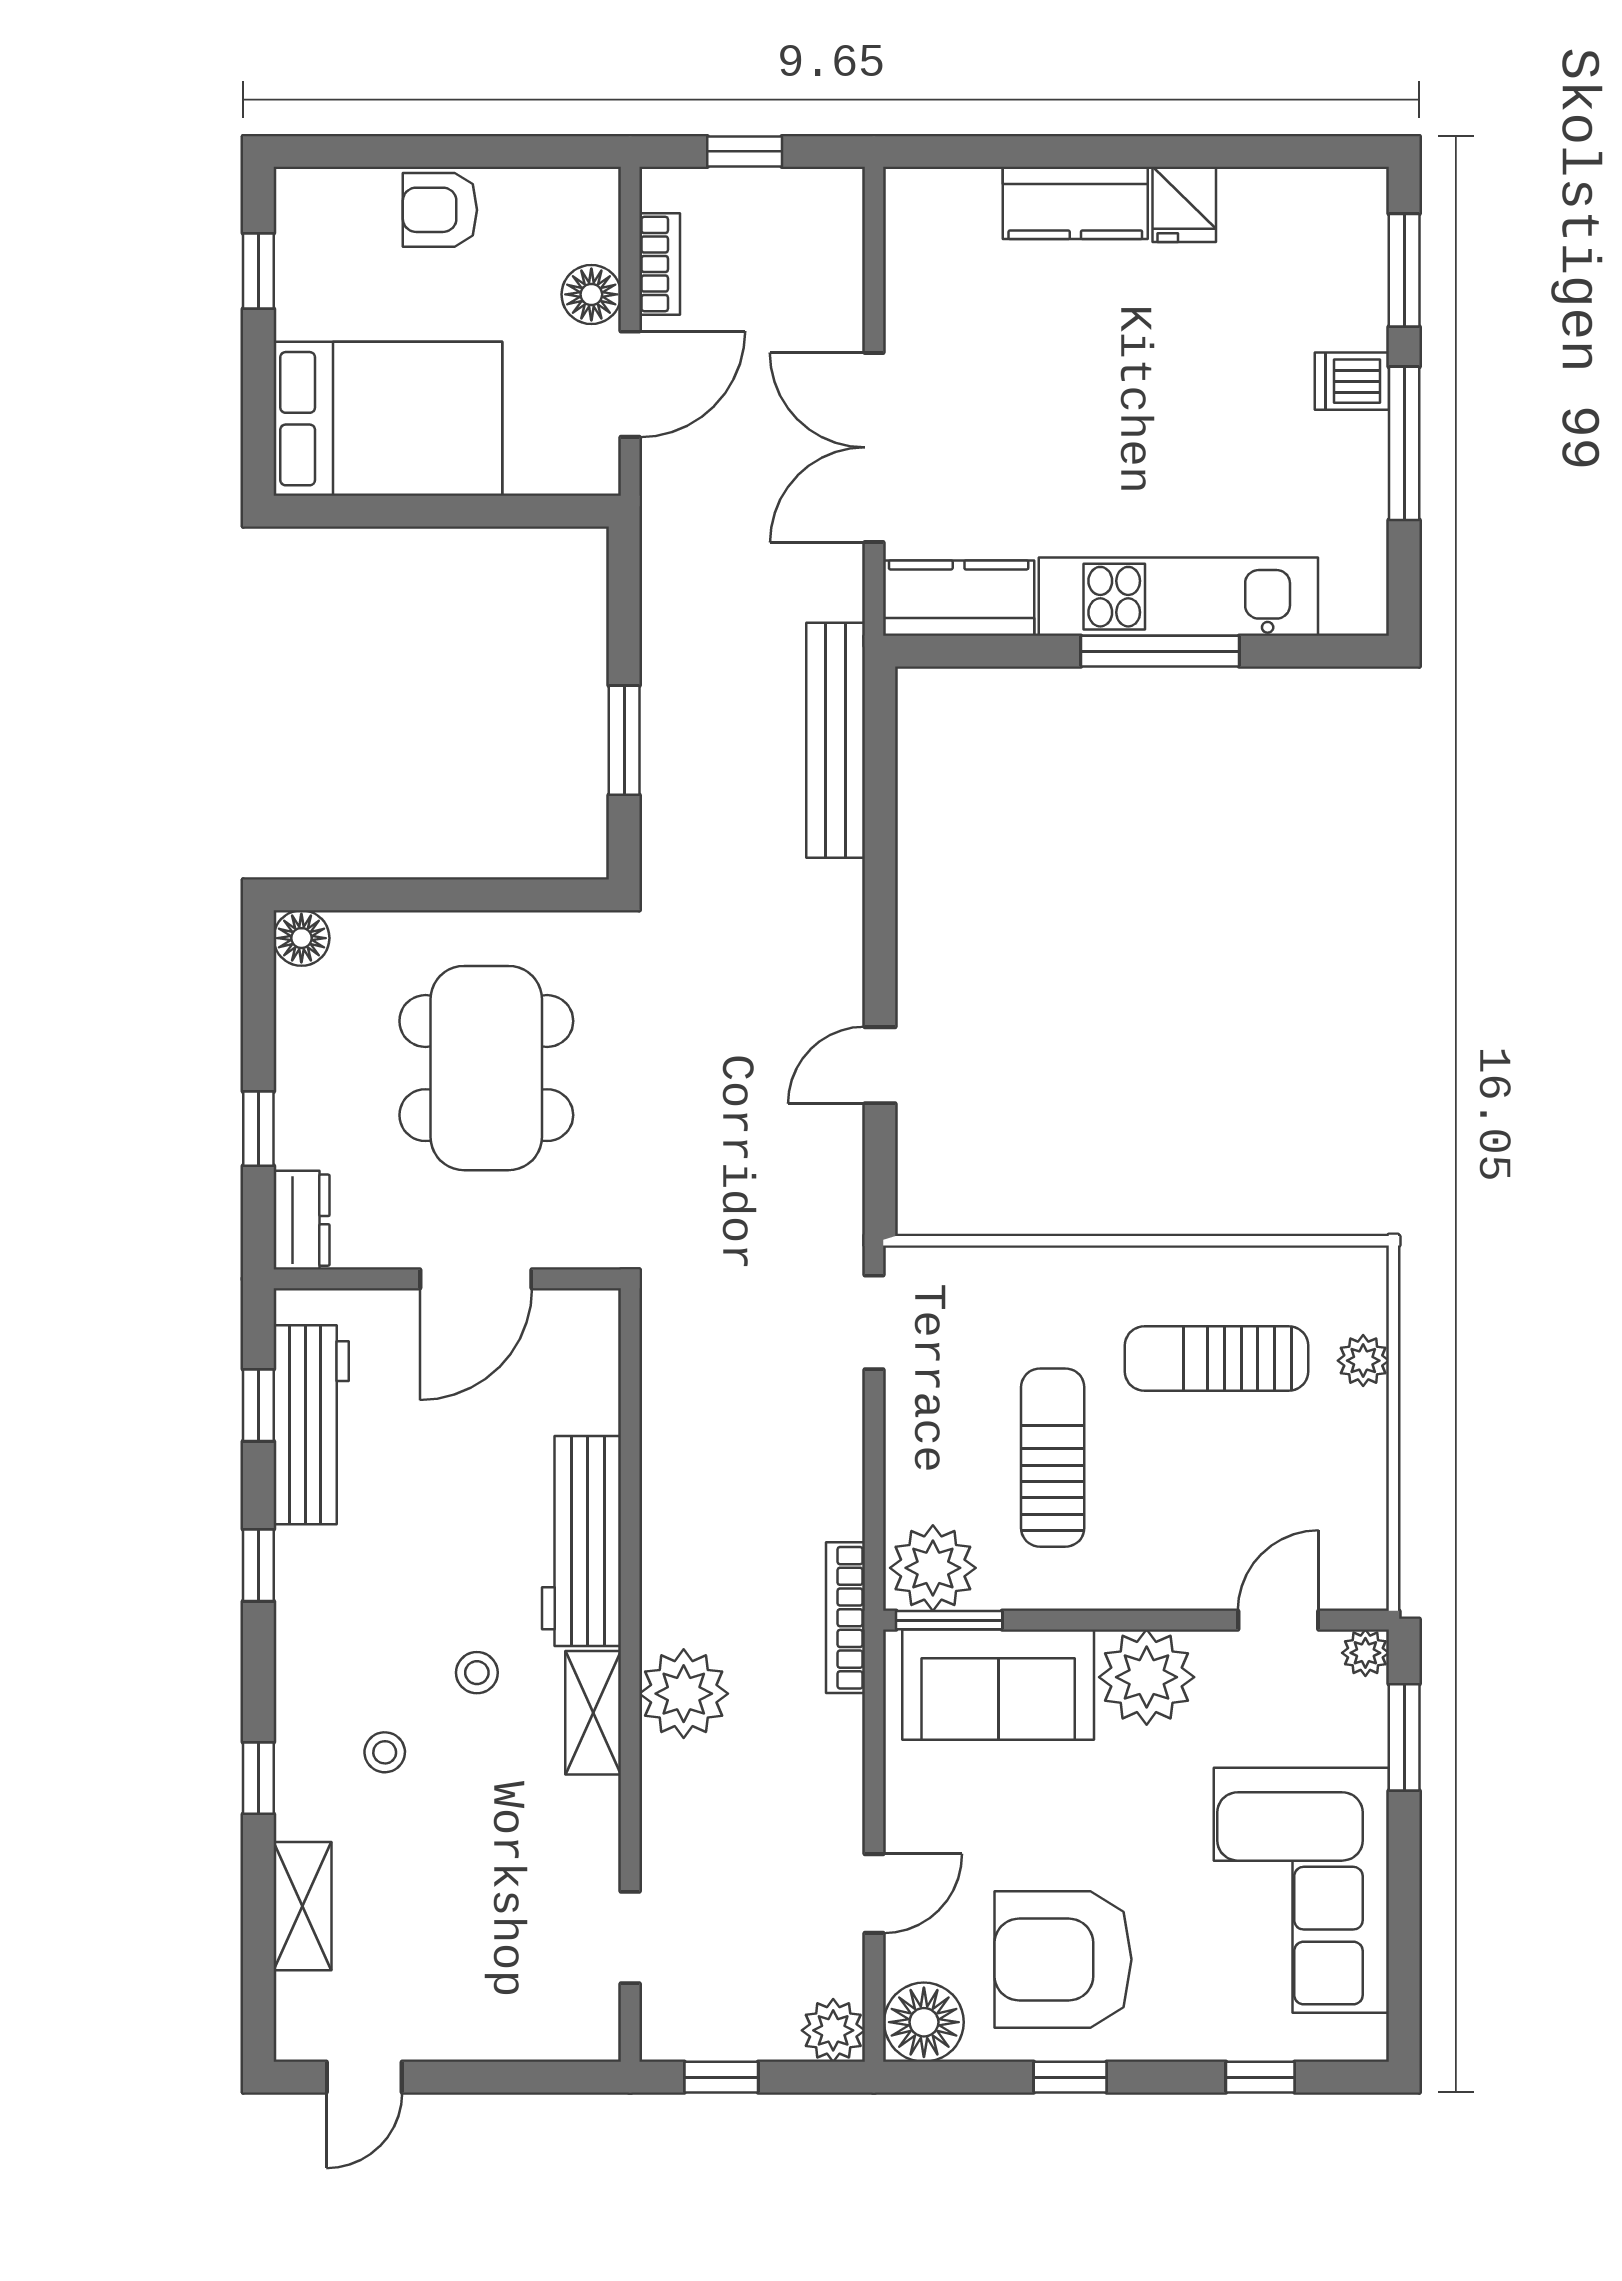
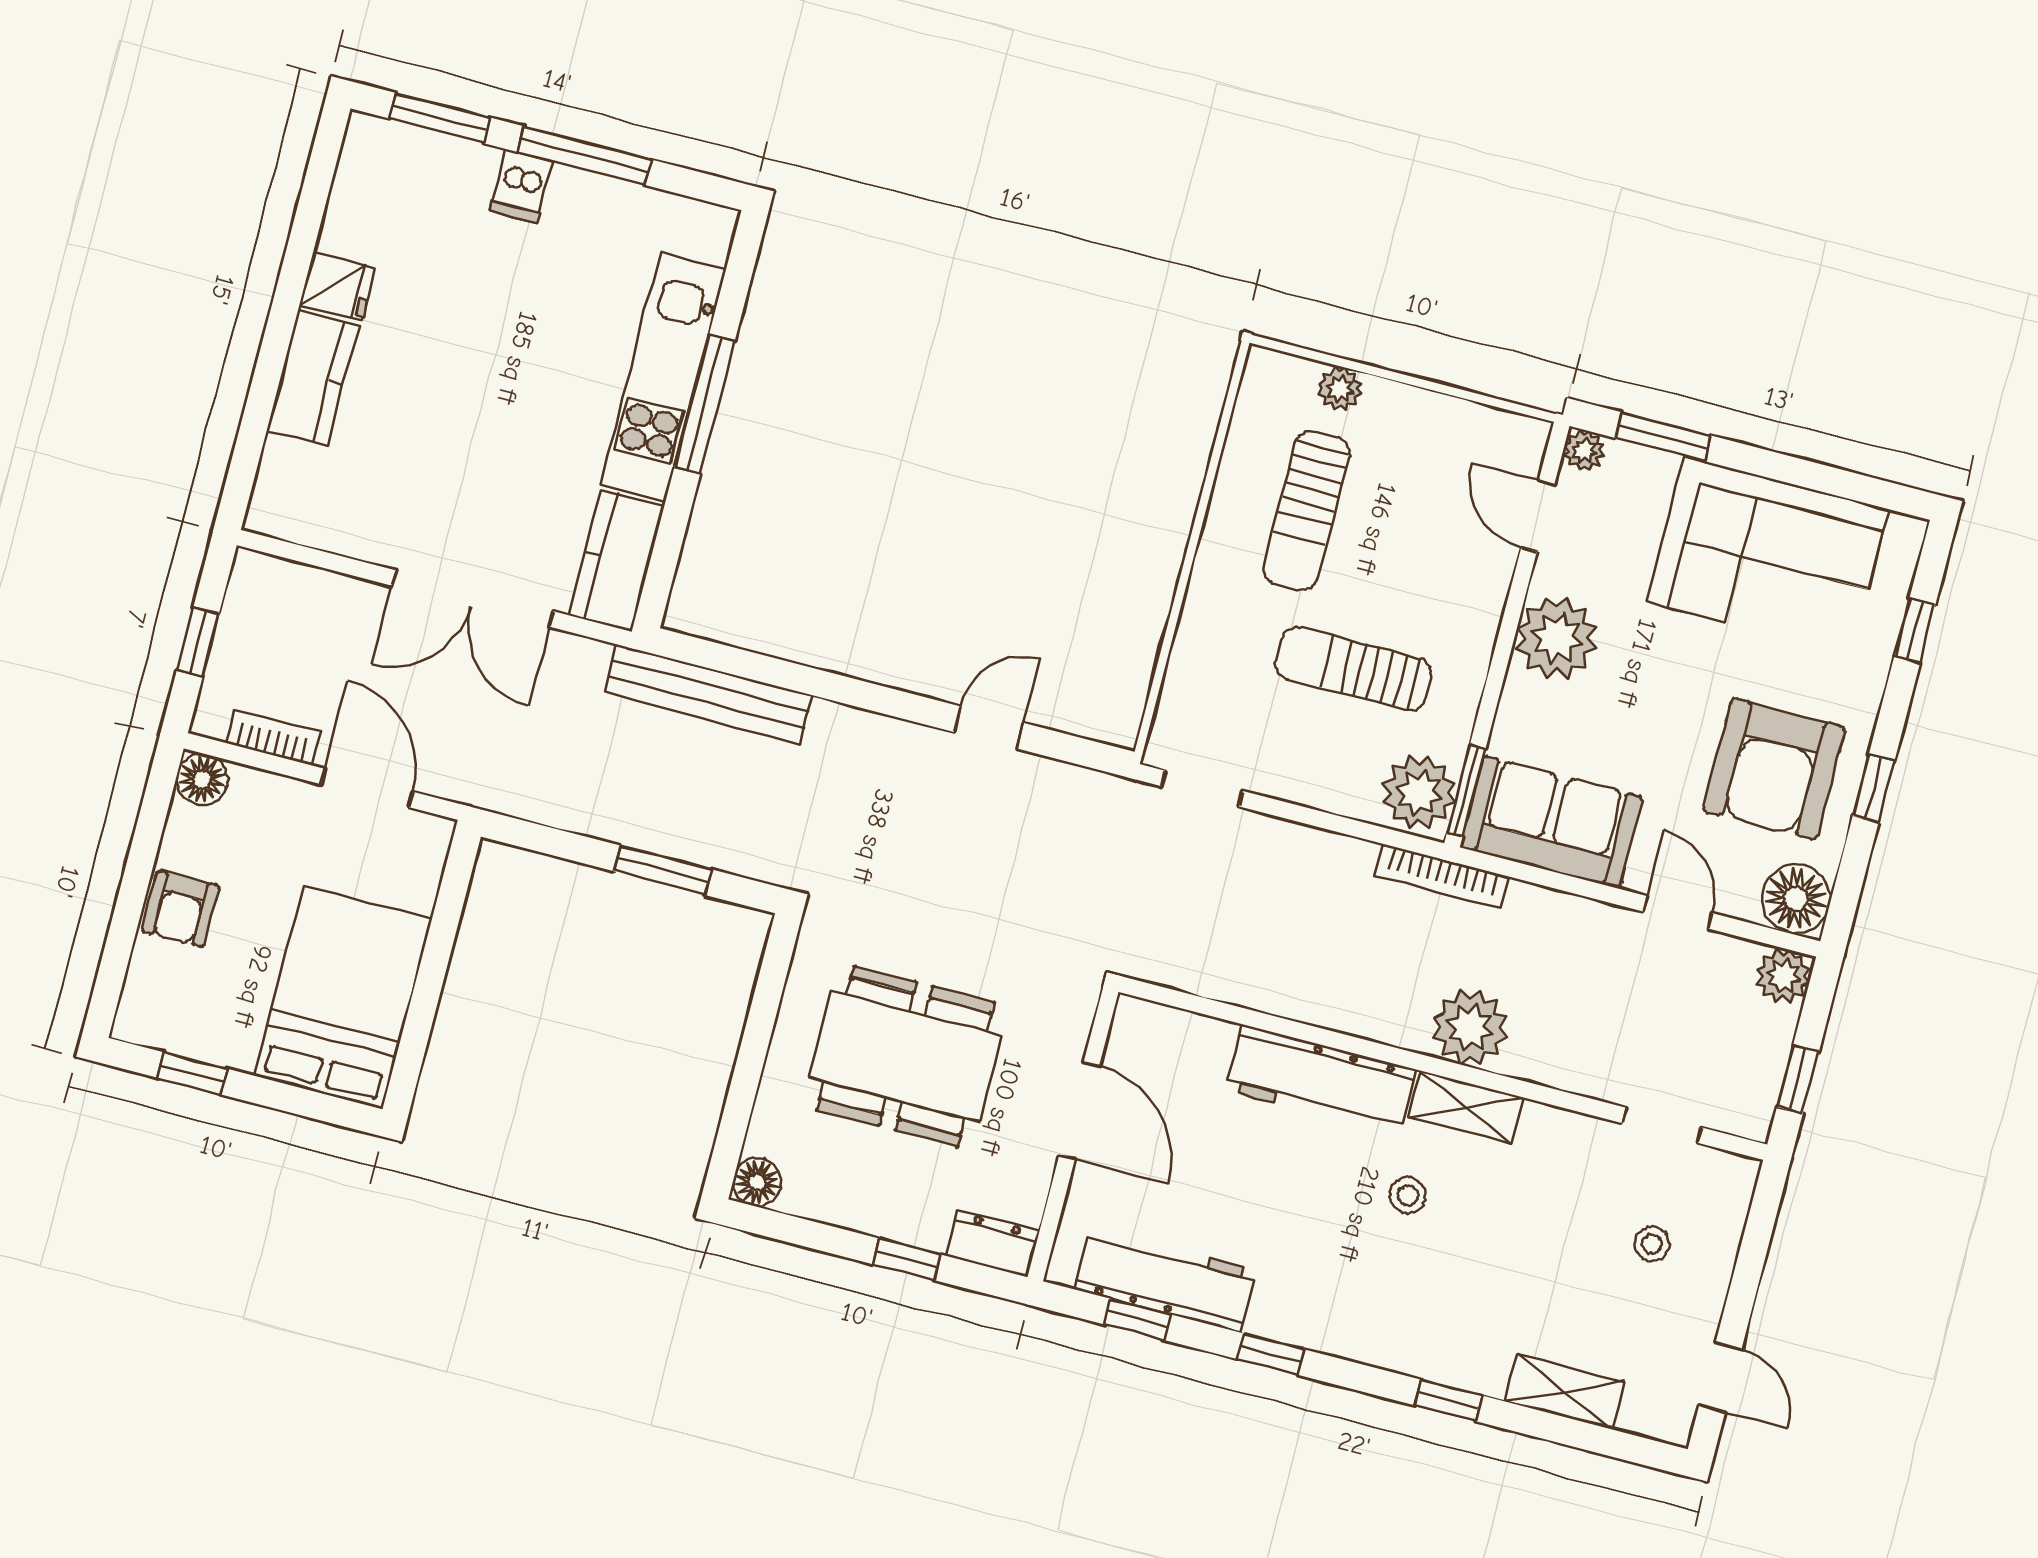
floor lamp: (591, 294) -> (202, 779), moved
door: (880, 1065) -> (989, 728), swing flipped
sofa: (998, 1685) -> (1551, 822), moved, turned -90
stool: (385, 1752) -> (1652, 1244), moved

